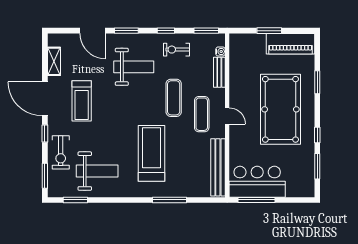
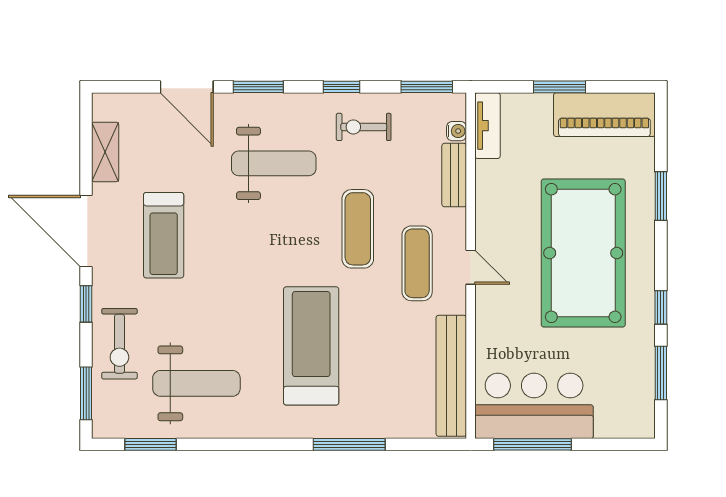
tv unit: (235, 49) -> (488, 126), added

